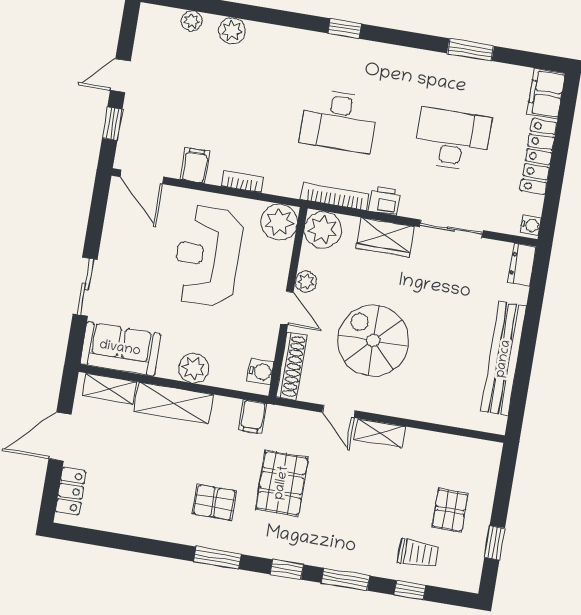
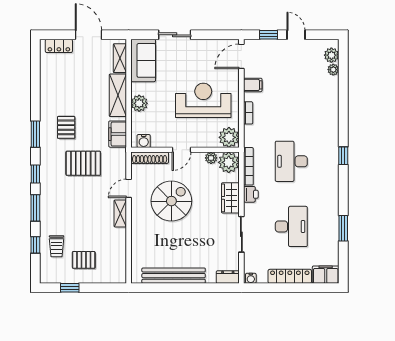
plant: (232, 31) -> (331, 55), moved
plant: (306, 282) -> (211, 158), moved
filing cabinet: (253, 417) -> (118, 134), width x2.00

